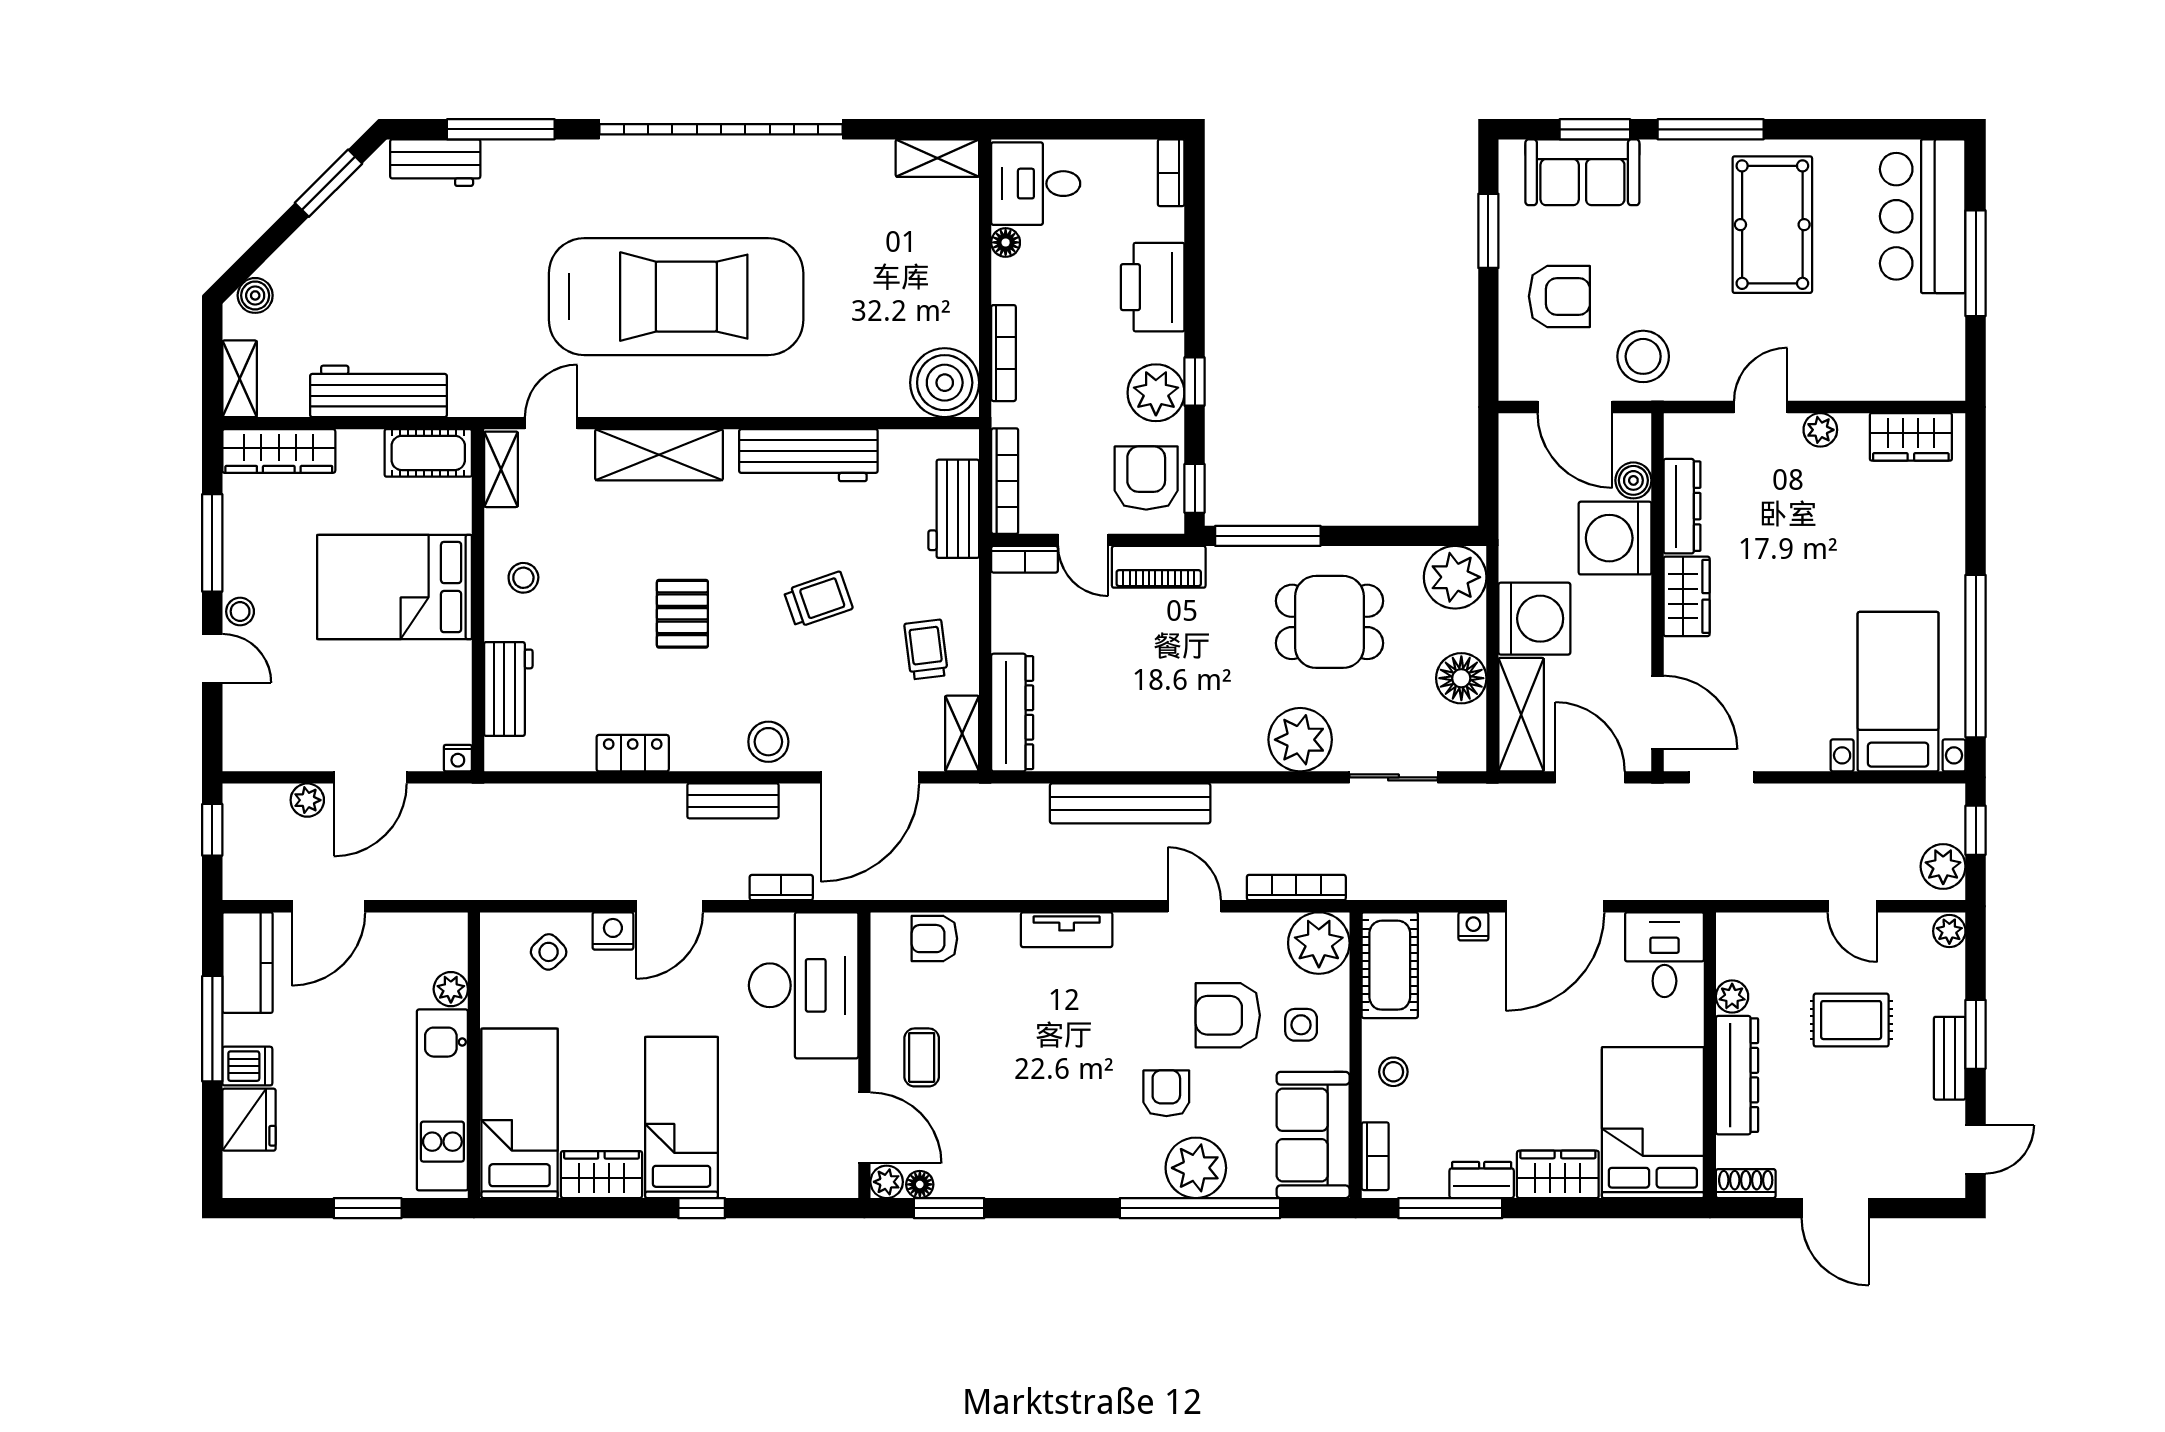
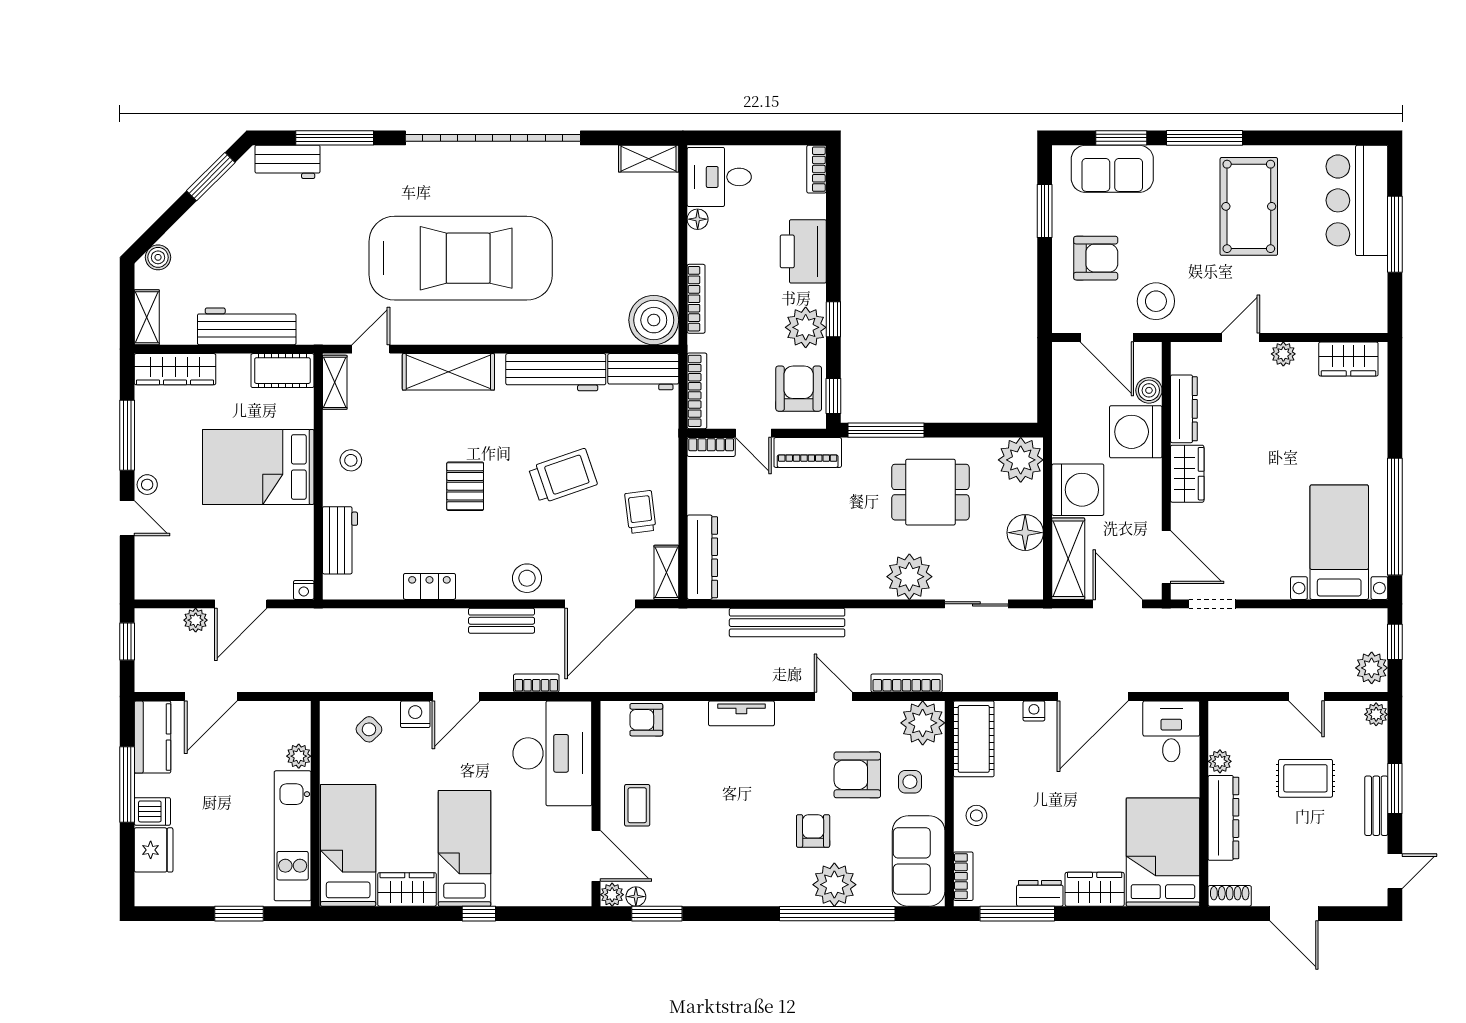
workbench: (954, 509) -> (643, 372), moved, turned -90
trolley: (818, 600) -> (563, 476), width x1.36, depth x1.39

